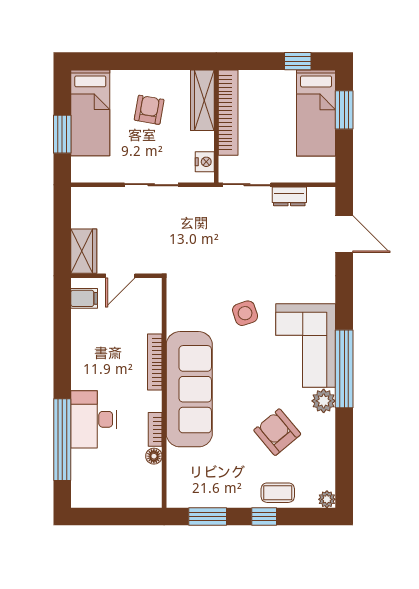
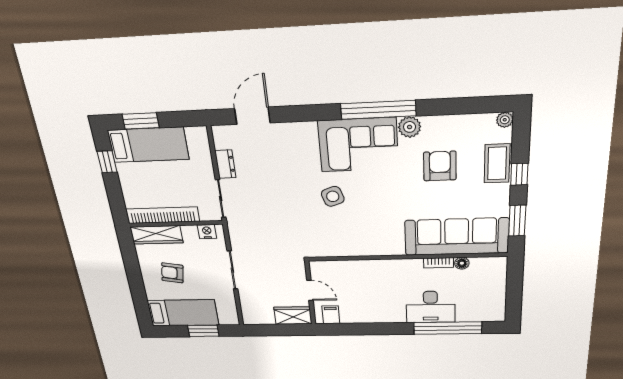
bookcase: (155, 362) -> (380, 264), removed
sofa: (189, 389) -> (457, 237), moved
armchair: (277, 432) -> (440, 166), turned 130
coffee table: (278, 493) -> (497, 163), width x1.36, depth x1.30

